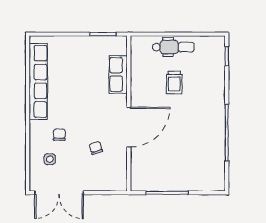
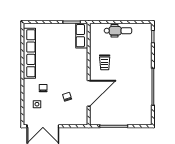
row of seats: (118, 74) -> (82, 36), moved
trolley: (174, 83) -> (105, 62), moved
door: (129, 127) -> (89, 93), moved

